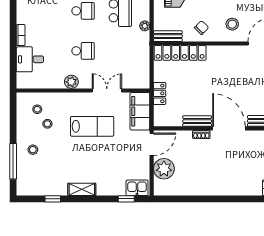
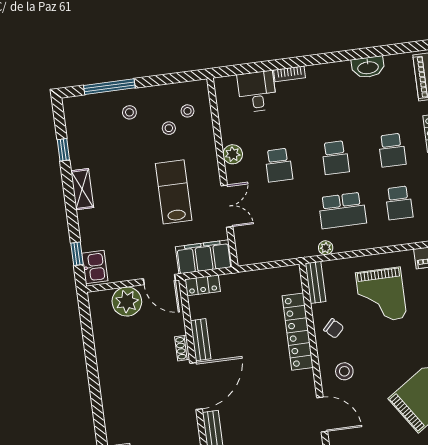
locker: (180, 53) -> (298, 332), moved
locker: (160, 93) -> (203, 285), moved
lab bench: (92, 126) -> (174, 192), turned 180

